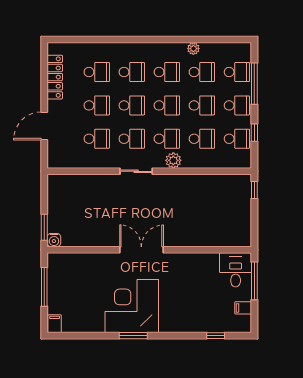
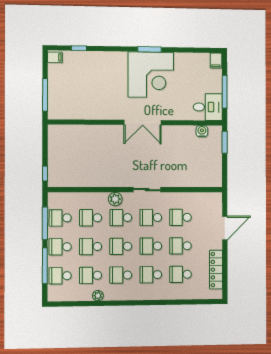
window: (254, 133) -> (45, 223), width x2.17
water cooler: (54, 240) -> (202, 131), moved
desk: (236, 270) -> (208, 107), moved, turned -90
filing cabinet: (243, 308) -> (55, 57), moved

